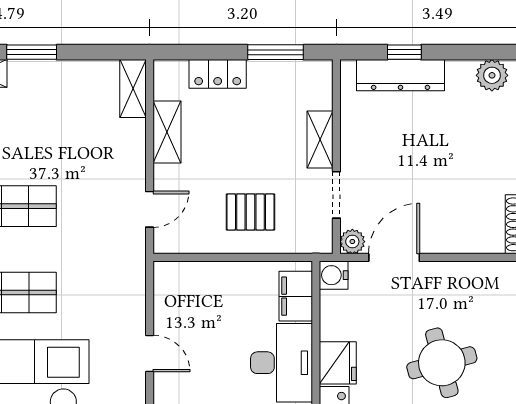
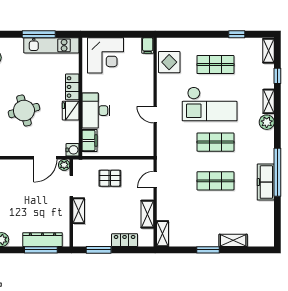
window: (404, 52) -> (41, 250), width x2.17

